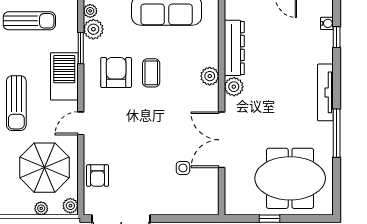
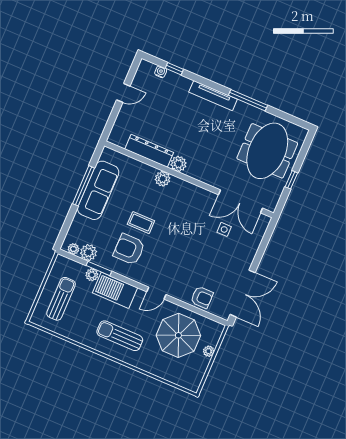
sun lounger: (16, 103) -> (120, 336), turned 180
door: (81, 123) -> (156, 293), hinge flipped
double door: (222, 140) -> (240, 201), moved
plant: (70, 206) -> (92, 275), moved

